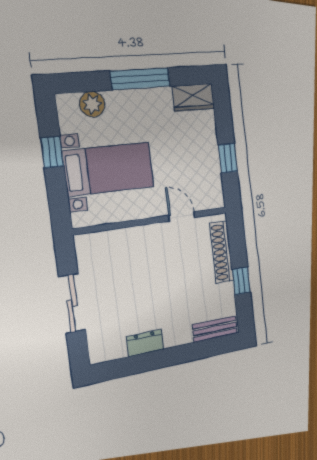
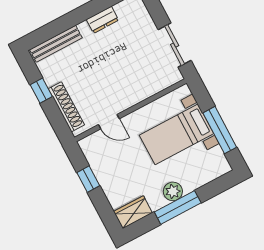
plant: (92, 104) -> (173, 191), moved
window: (52, 152) -> (220, 130), width x2.17
sliding door: (72, 303) -> (175, 45), moved
bench: (215, 329) -> (56, 44), width x1.36

